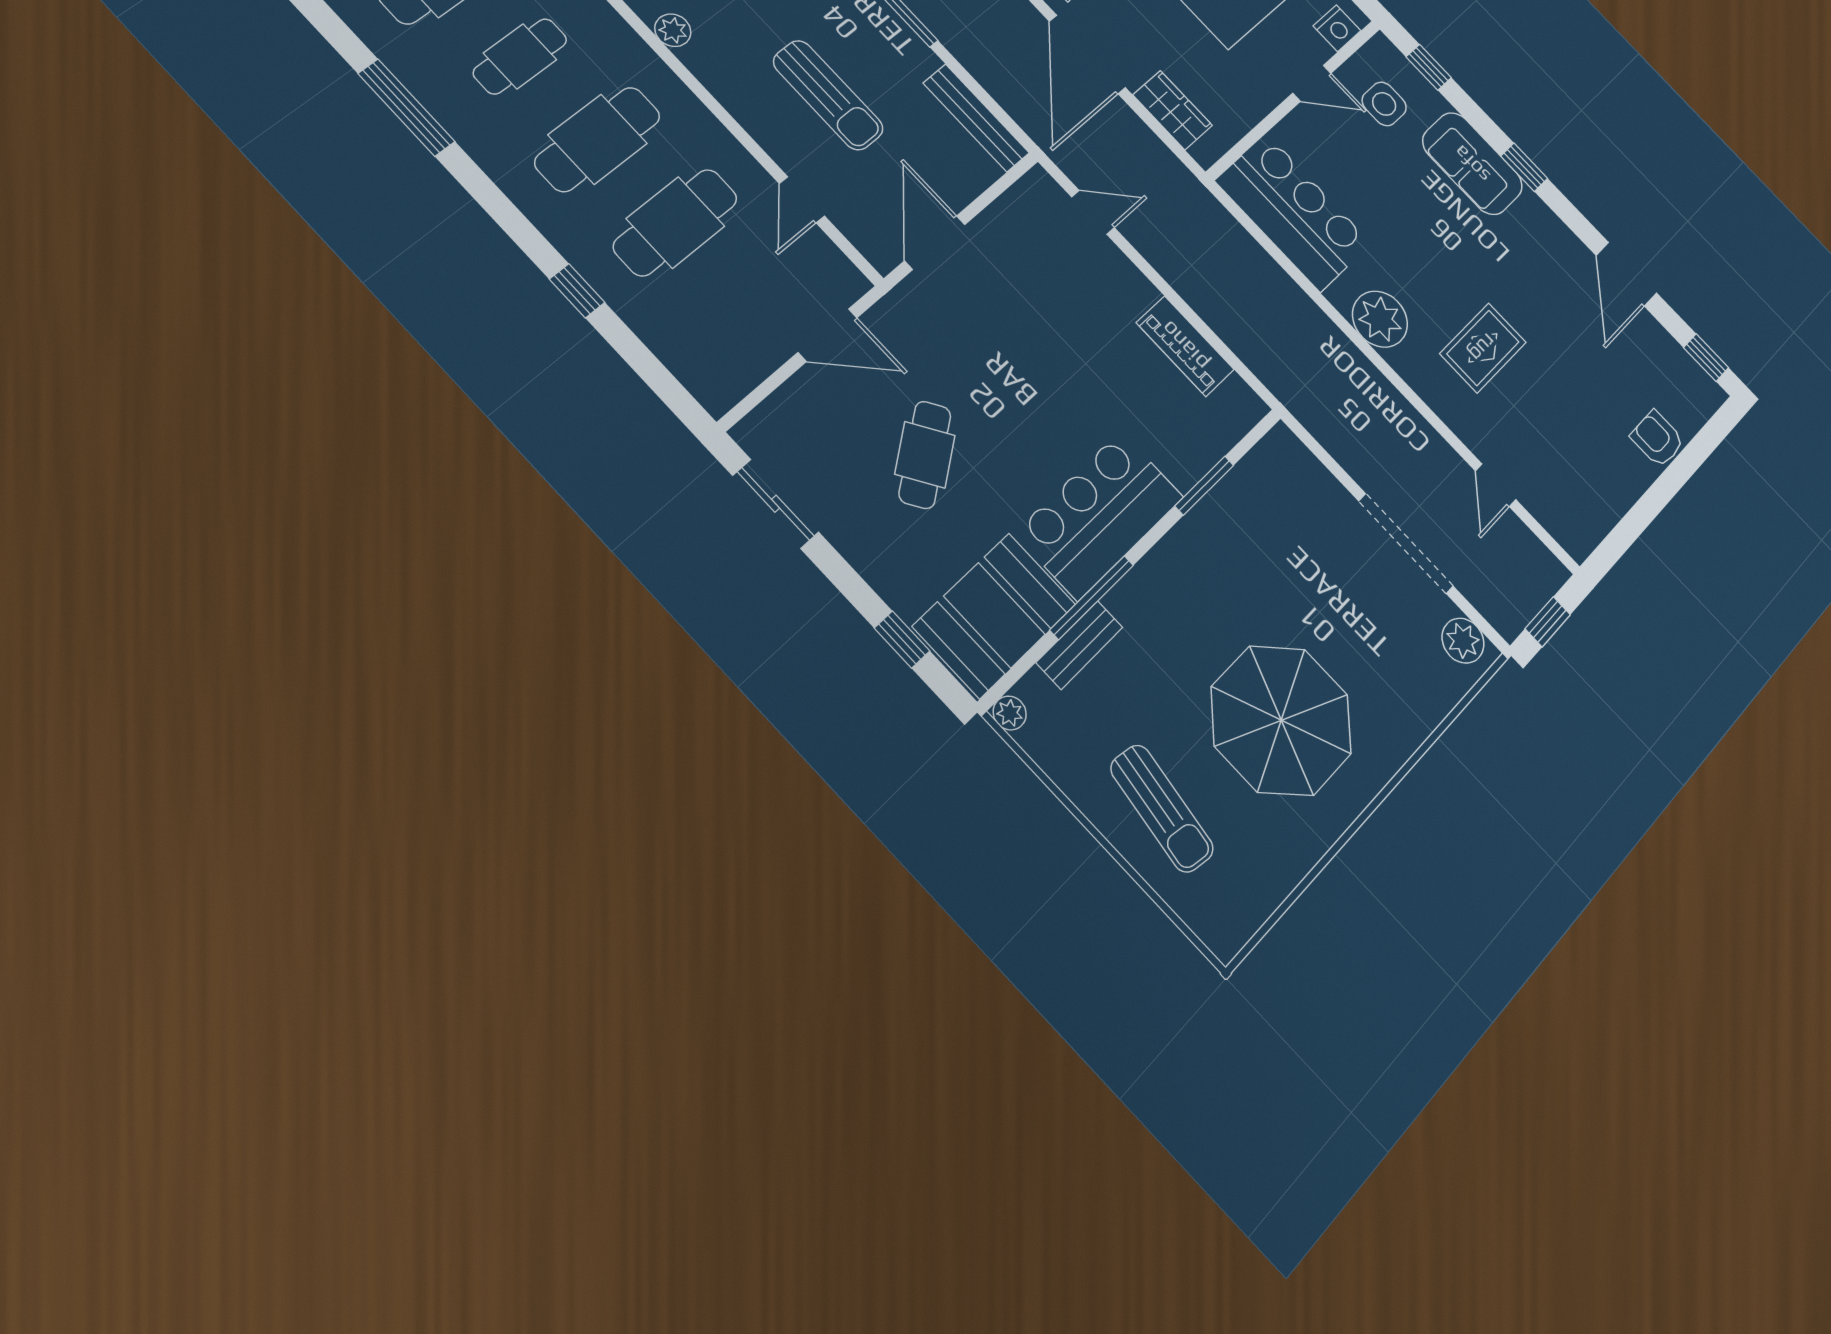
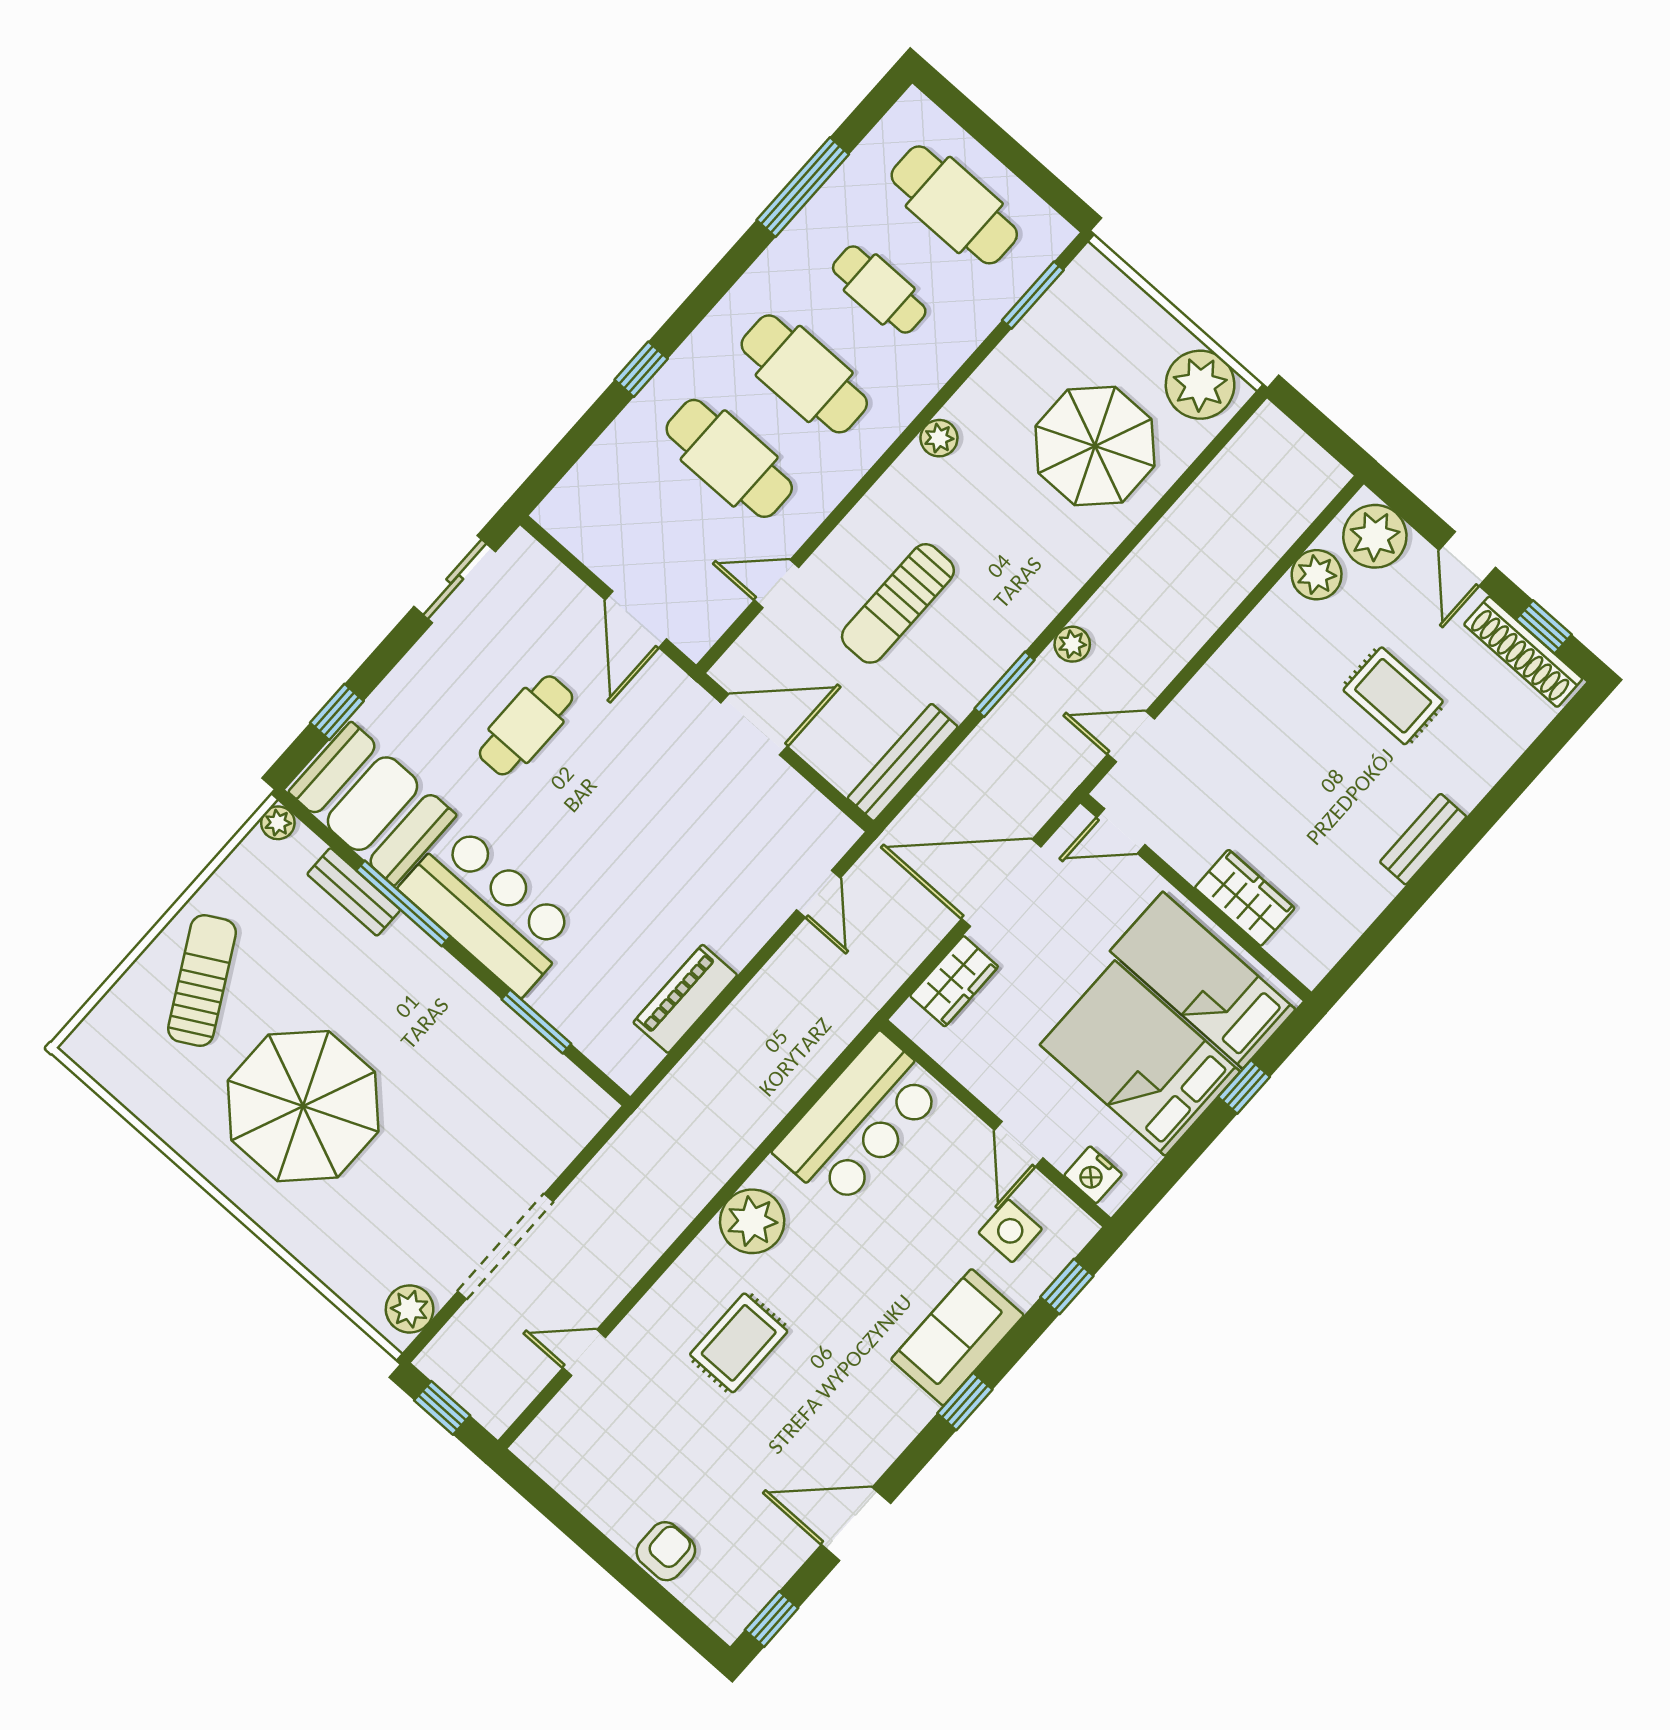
rug: (1483, 348) -> (739, 1343), turned 90
cafe table: (925, 455) -> (526, 725), turned -56
sun lounger: (1162, 808) -> (202, 981), turned 142

